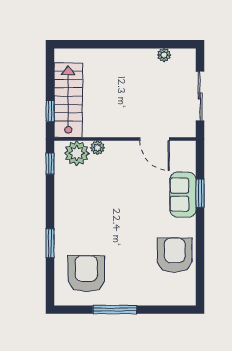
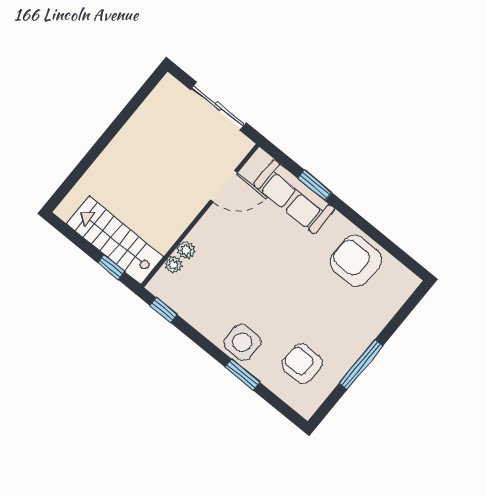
plant: (164, 55) -> (148, 109), removed
plant: (77, 153) -> (174, 265), width x0.53, depth x0.53
sofa: (183, 195) -> (294, 197), width x1.36
side table: (70, 227) -> (242, 342), added
armchair: (86, 274) -> (302, 363), width x0.73, depth x0.73

